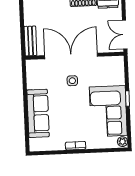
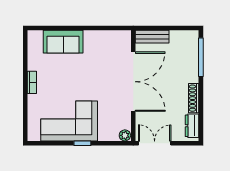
side table: (72, 81) -> (105, 82), removed
sofa: (38, 113) -> (63, 42), width x0.73
plant: (122, 142) -> (125, 135), moved

